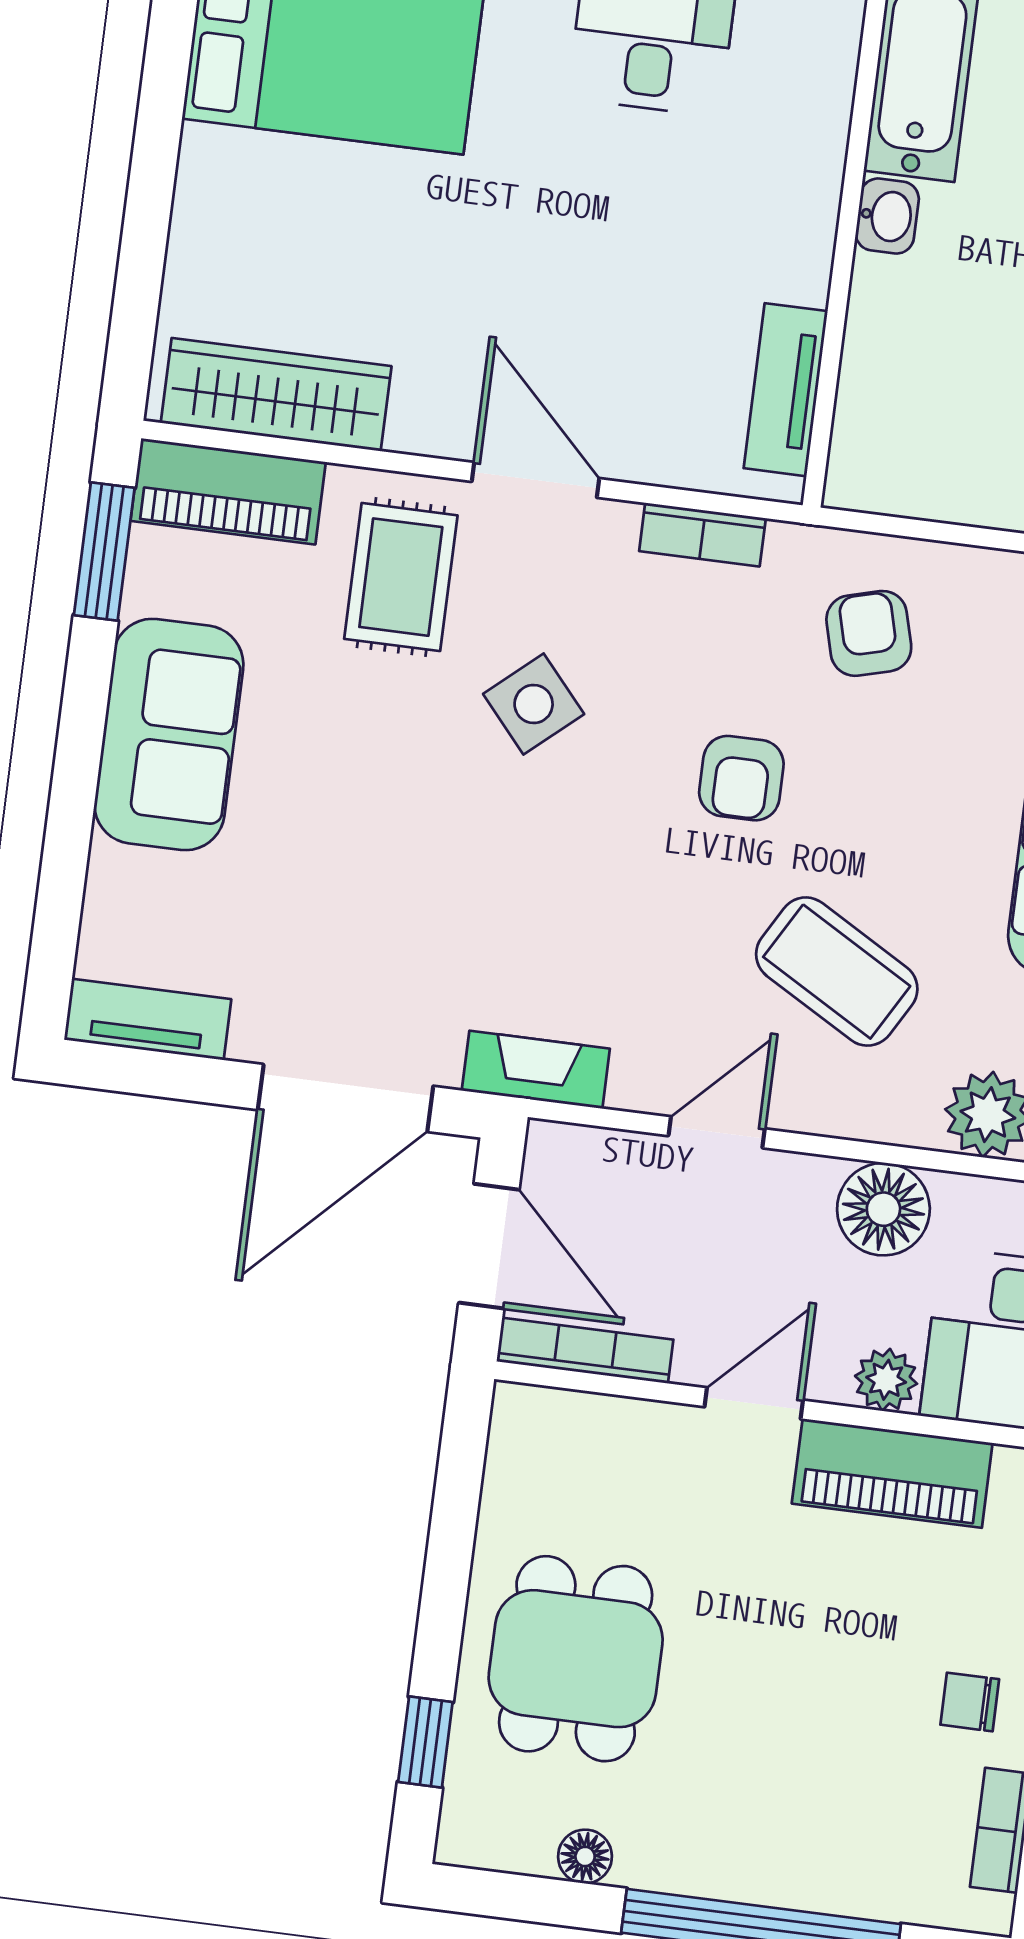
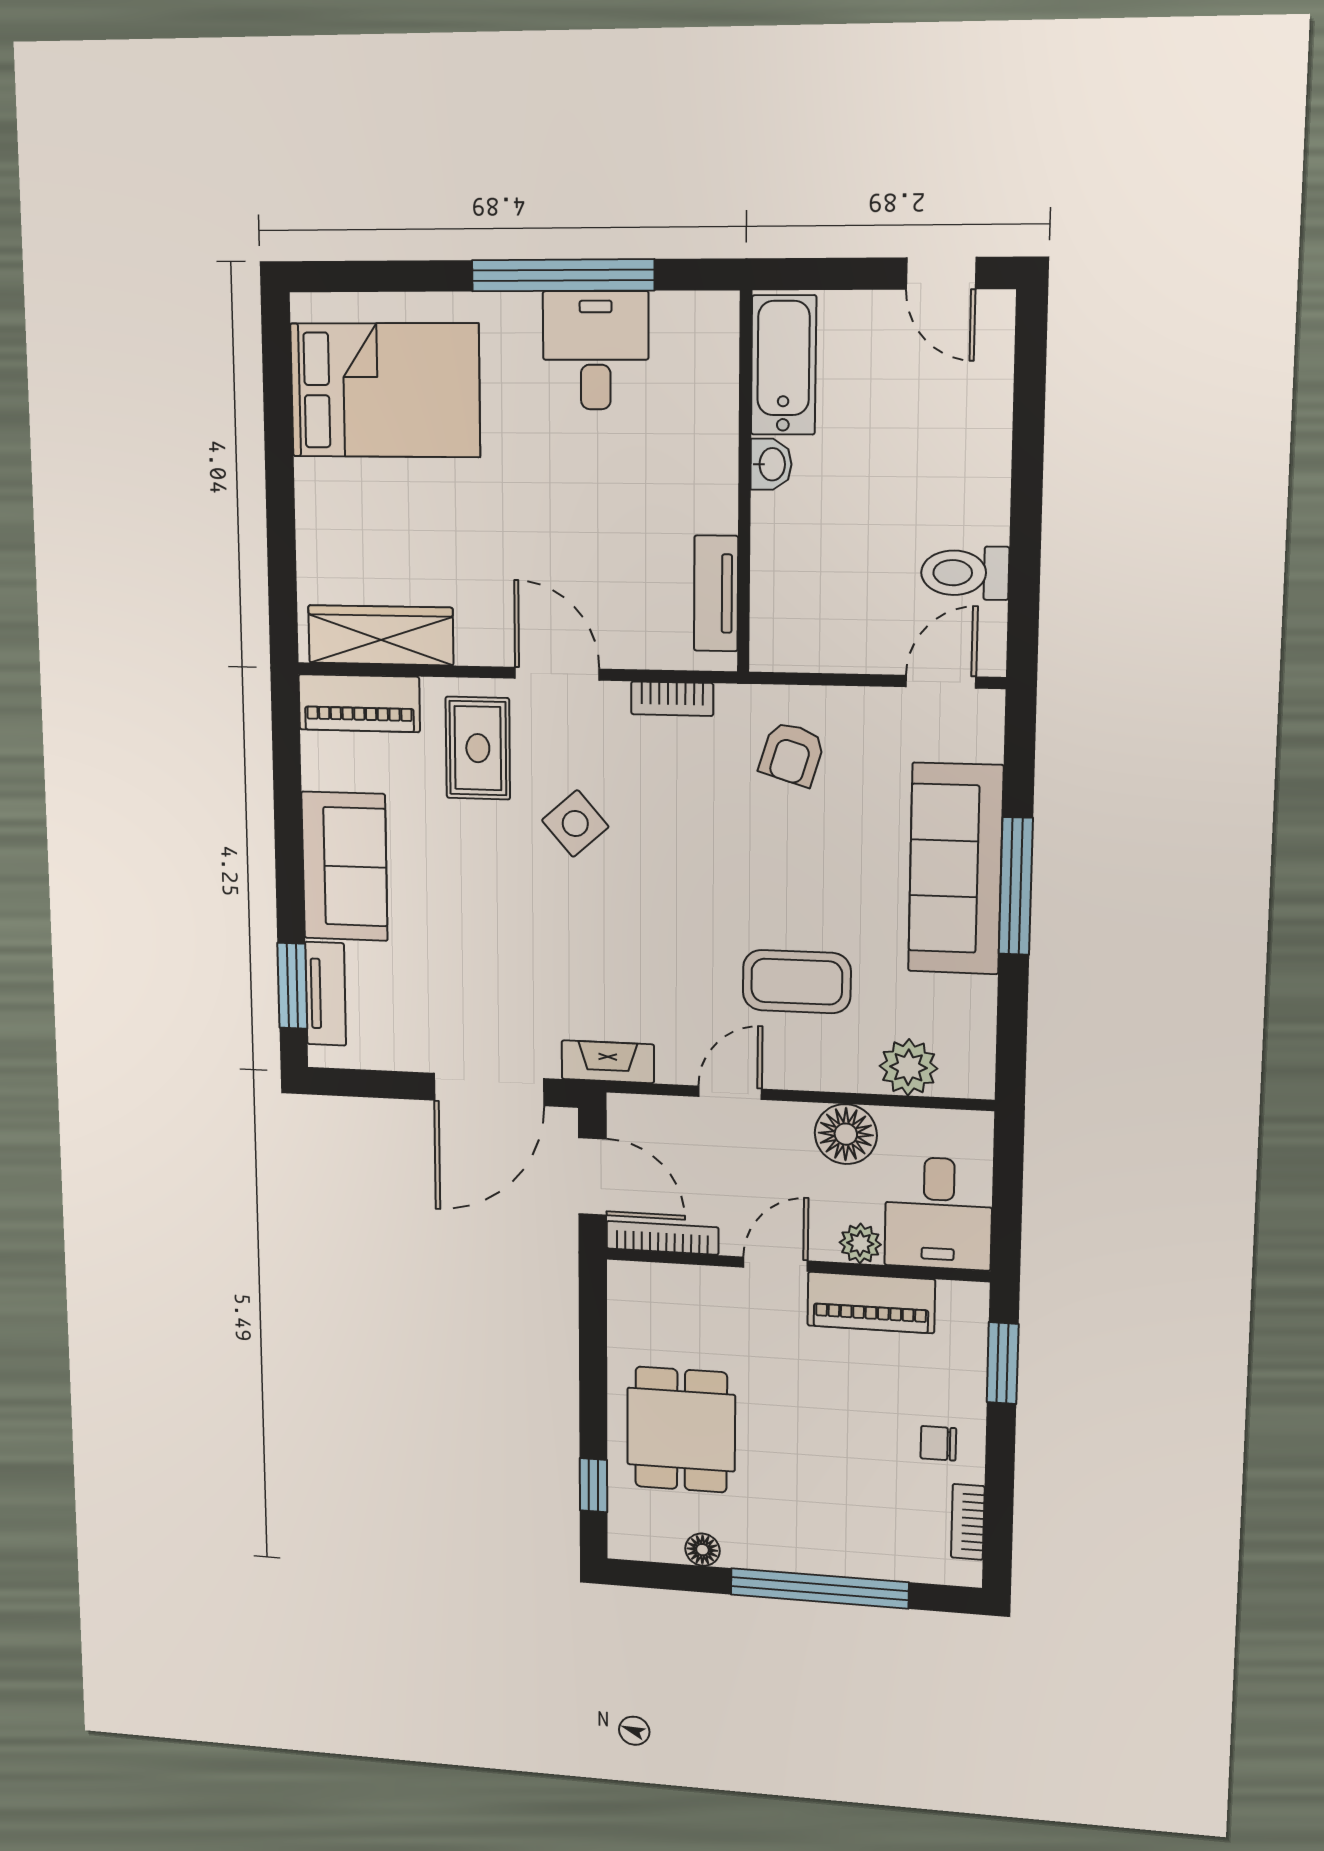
window: (104, 552) -> (292, 986), moved
armchair: (869, 633) -> (792, 754), turned -148
armchair: (741, 778) -> (718, 859), removed
coffee table: (837, 972) -> (797, 982), turned -30
tv unit: (148, 1019) -> (326, 994), moved, turned 90

